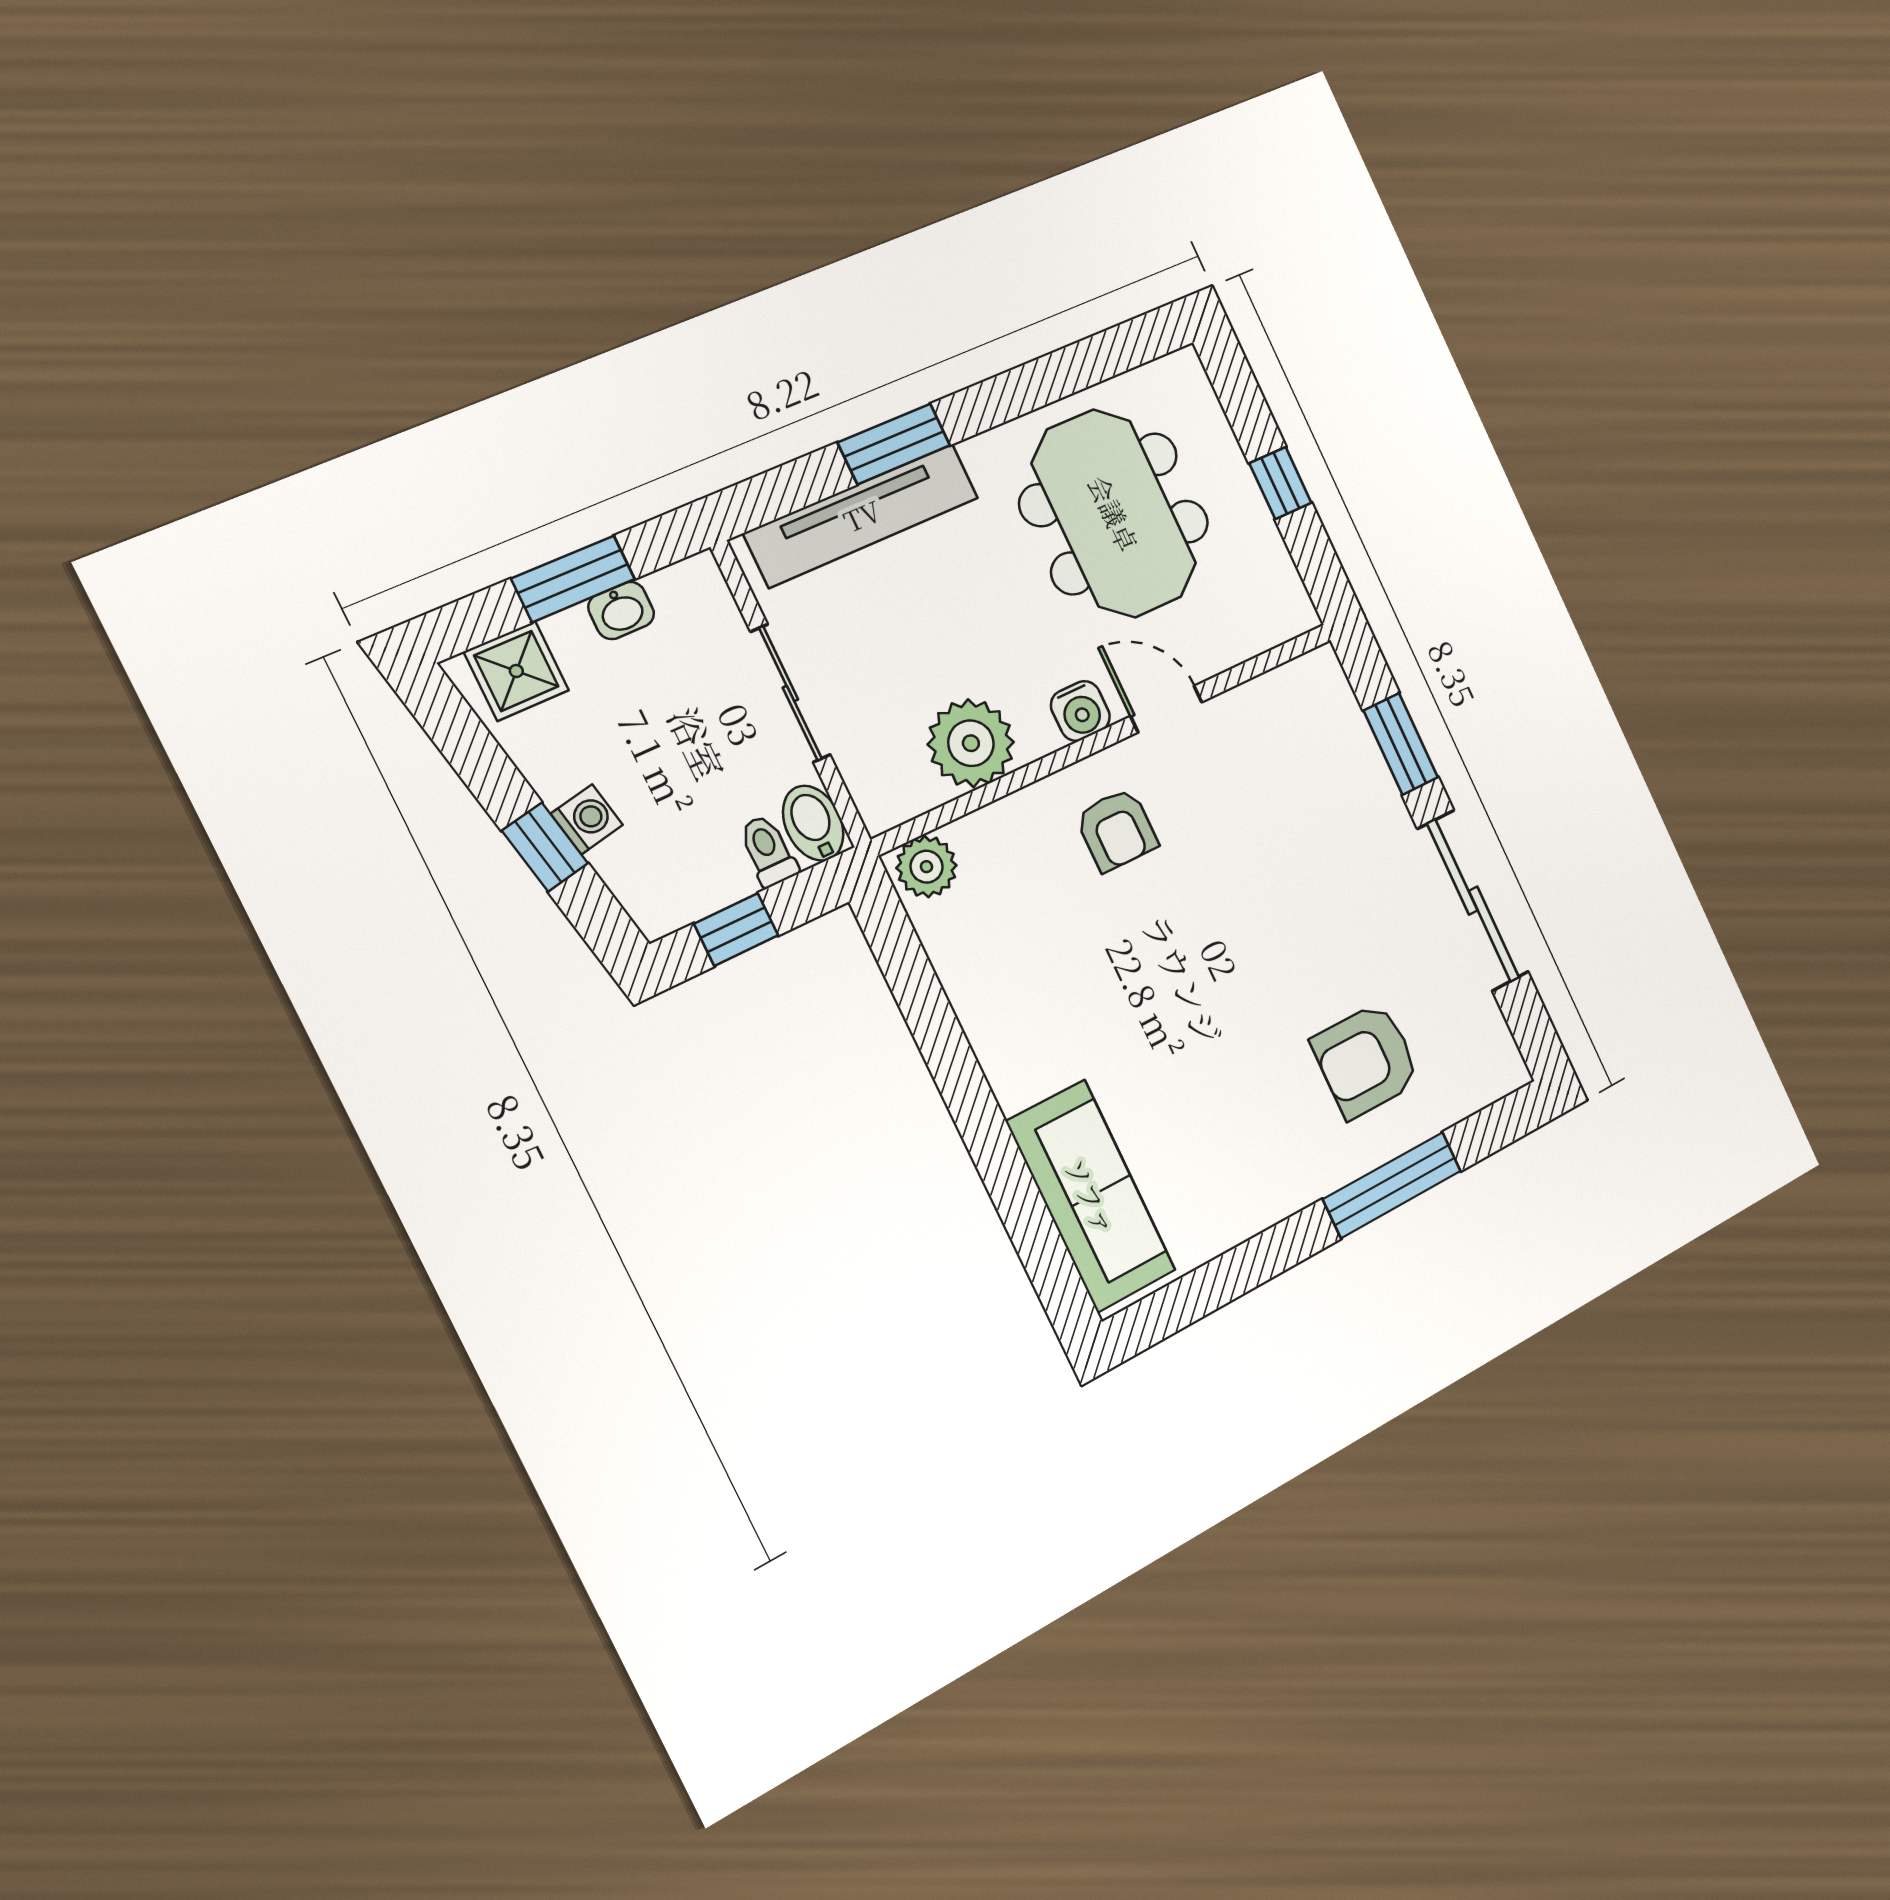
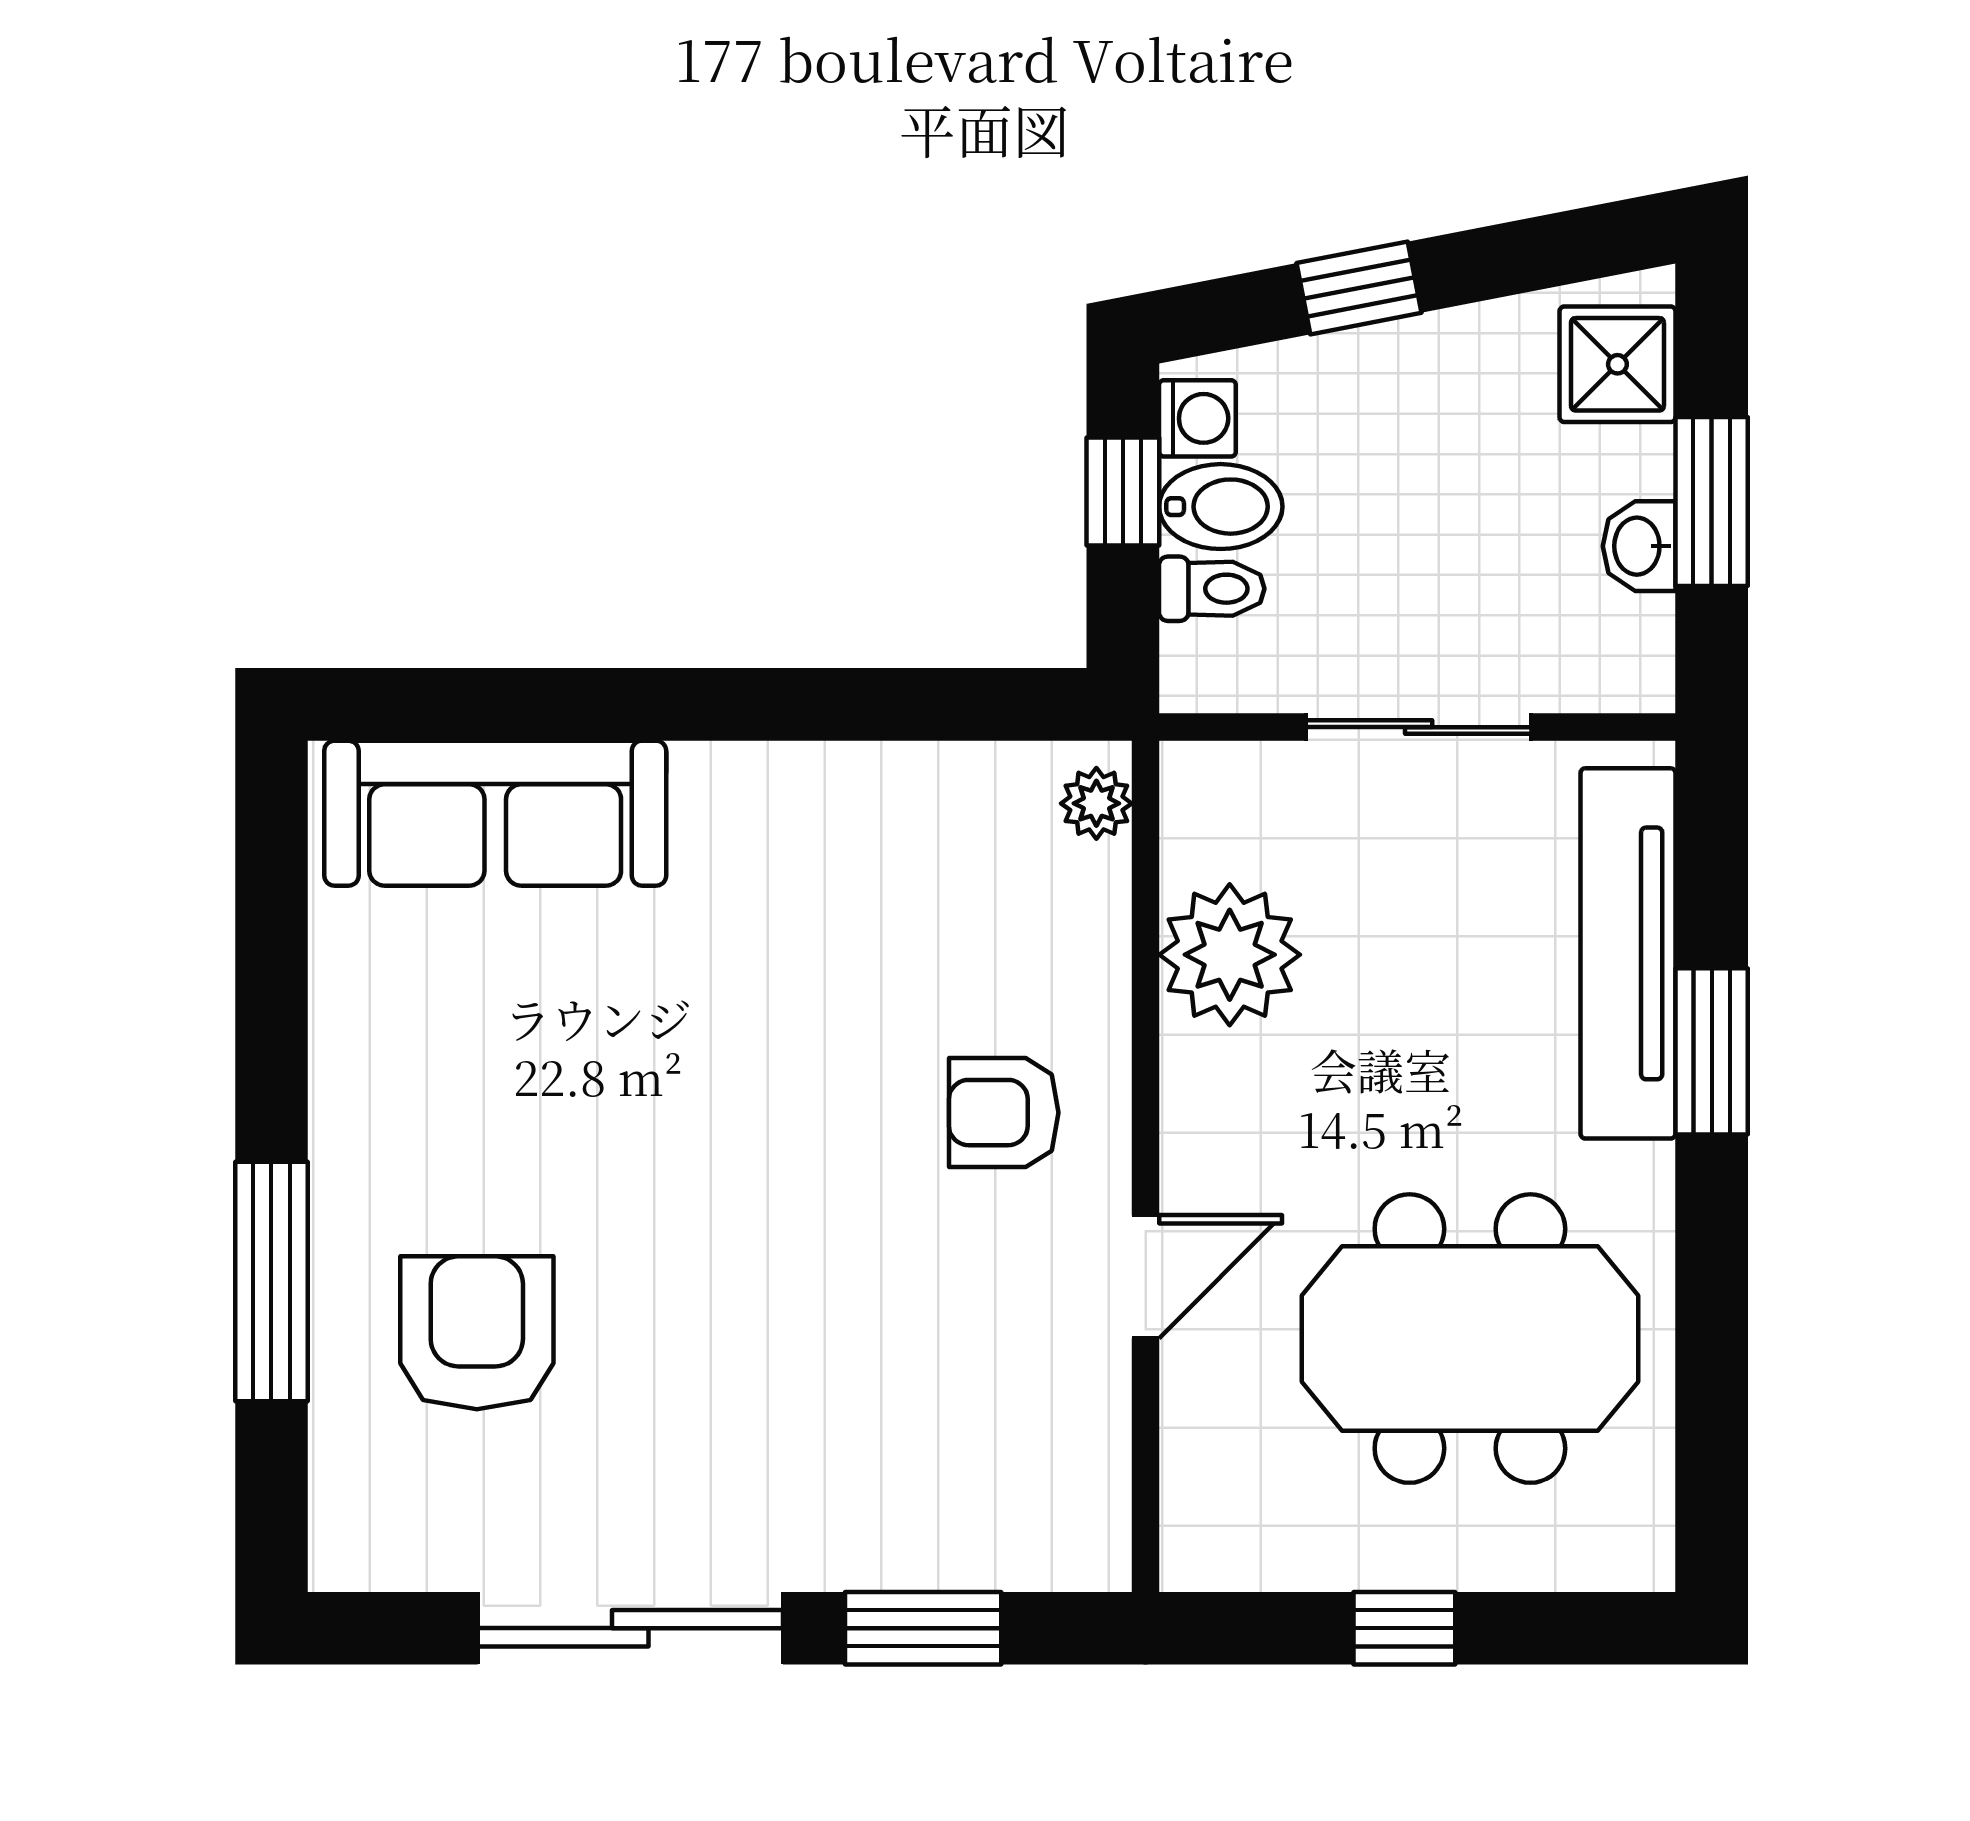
water cooler: (1080, 711) -> (1202, 1143), removed
washing machine: (587, 819) -> (1197, 418), moved, turned -79
bidet: (813, 823) -> (1221, 507), moved
plant: (926, 867) -> (1096, 803), width x0.73, depth x0.73

